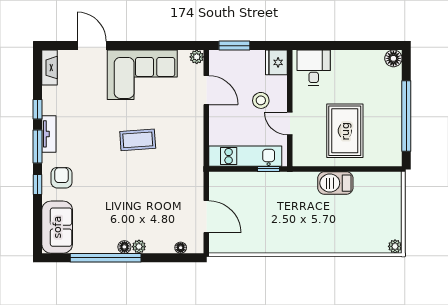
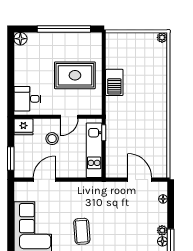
plant: (197, 57) -> (19, 187), removed
door: (206, 217) -> (140, 180), hinge flipped

